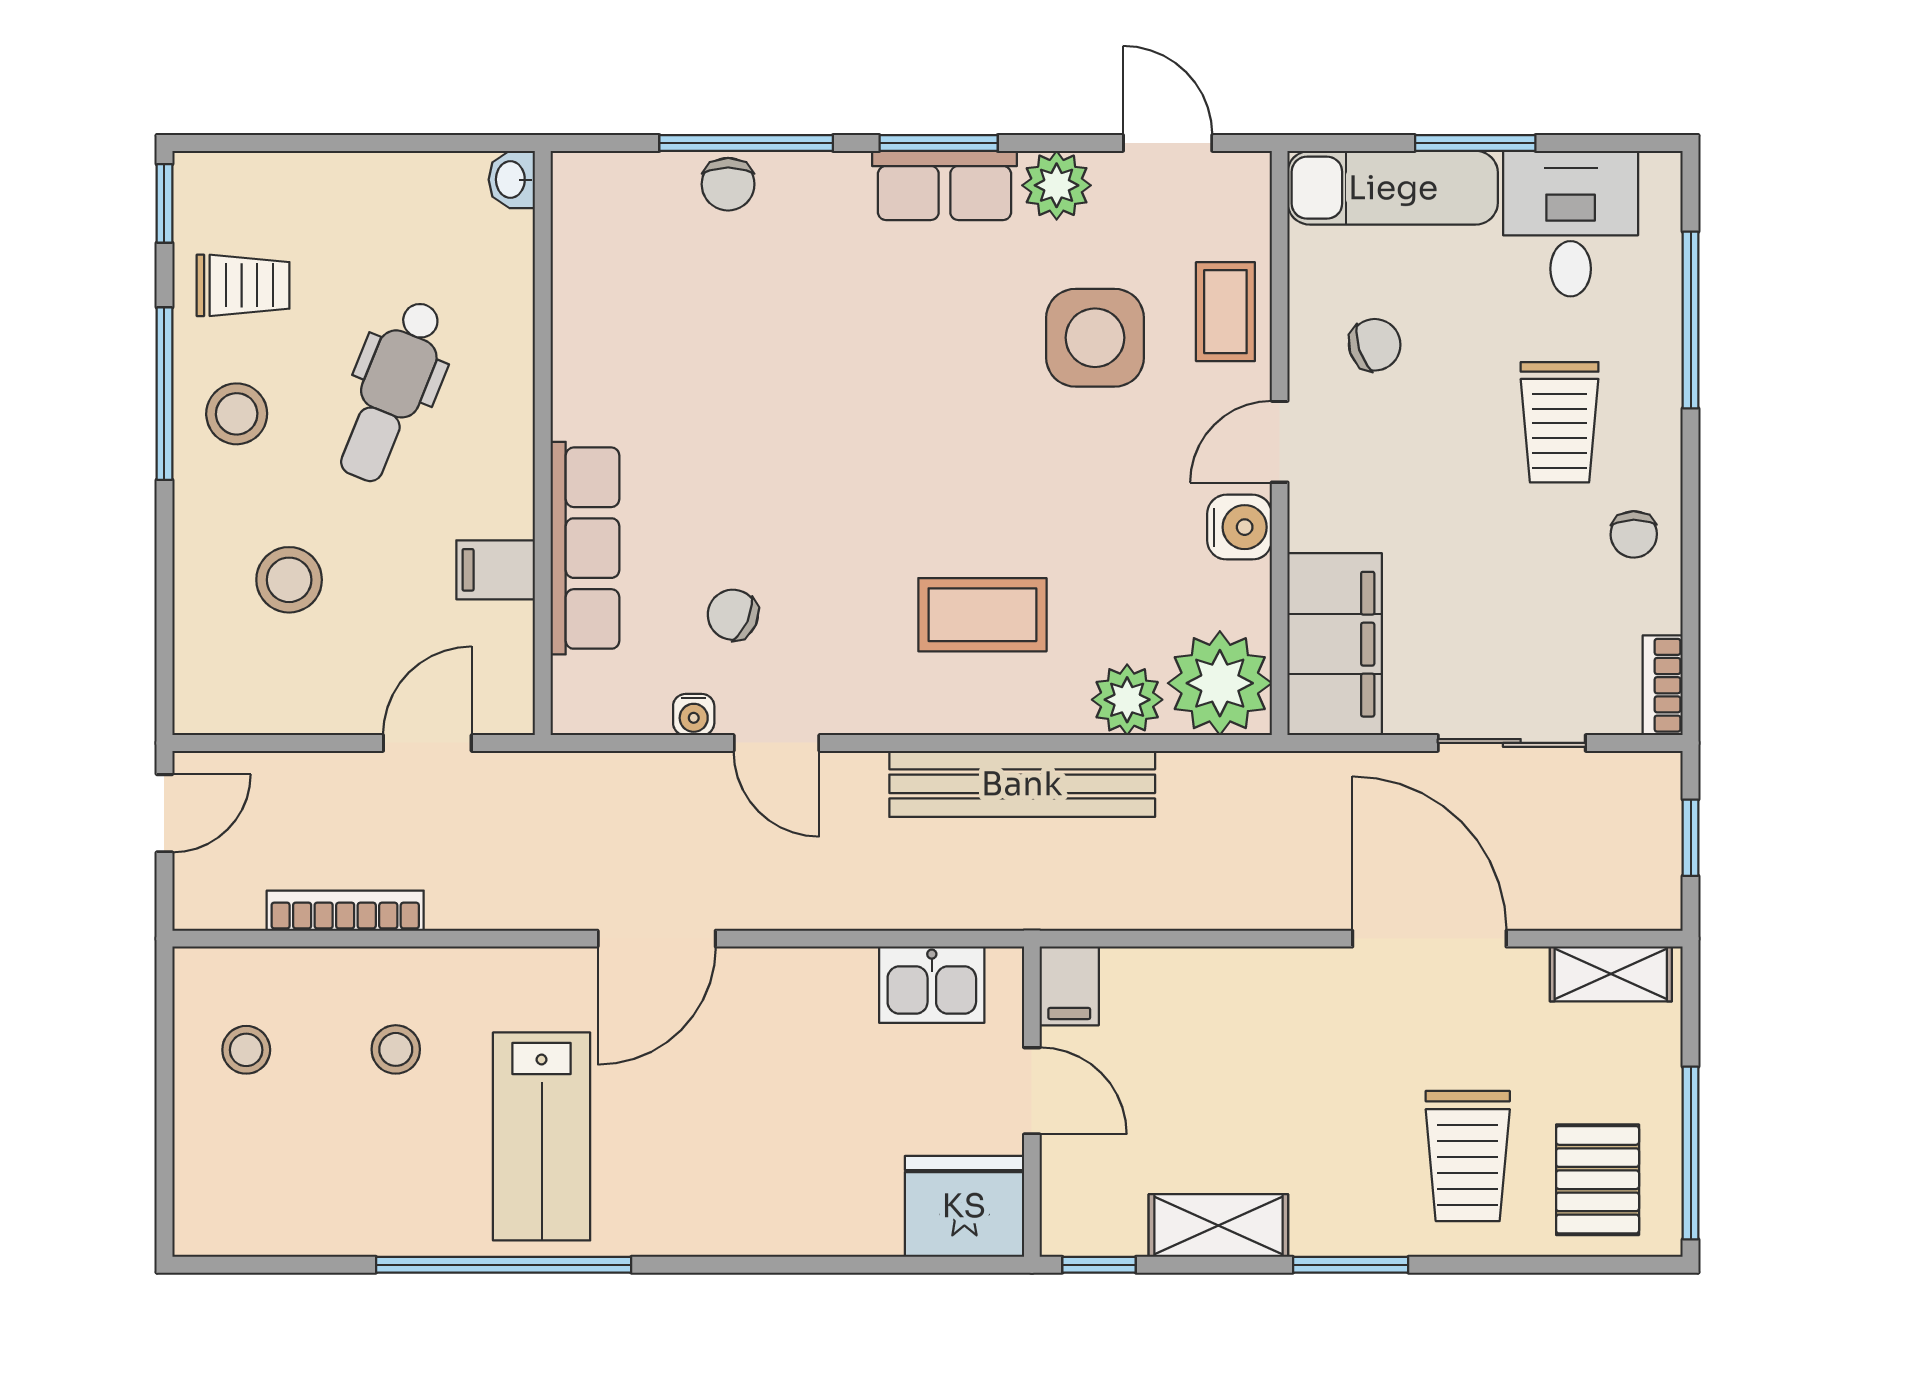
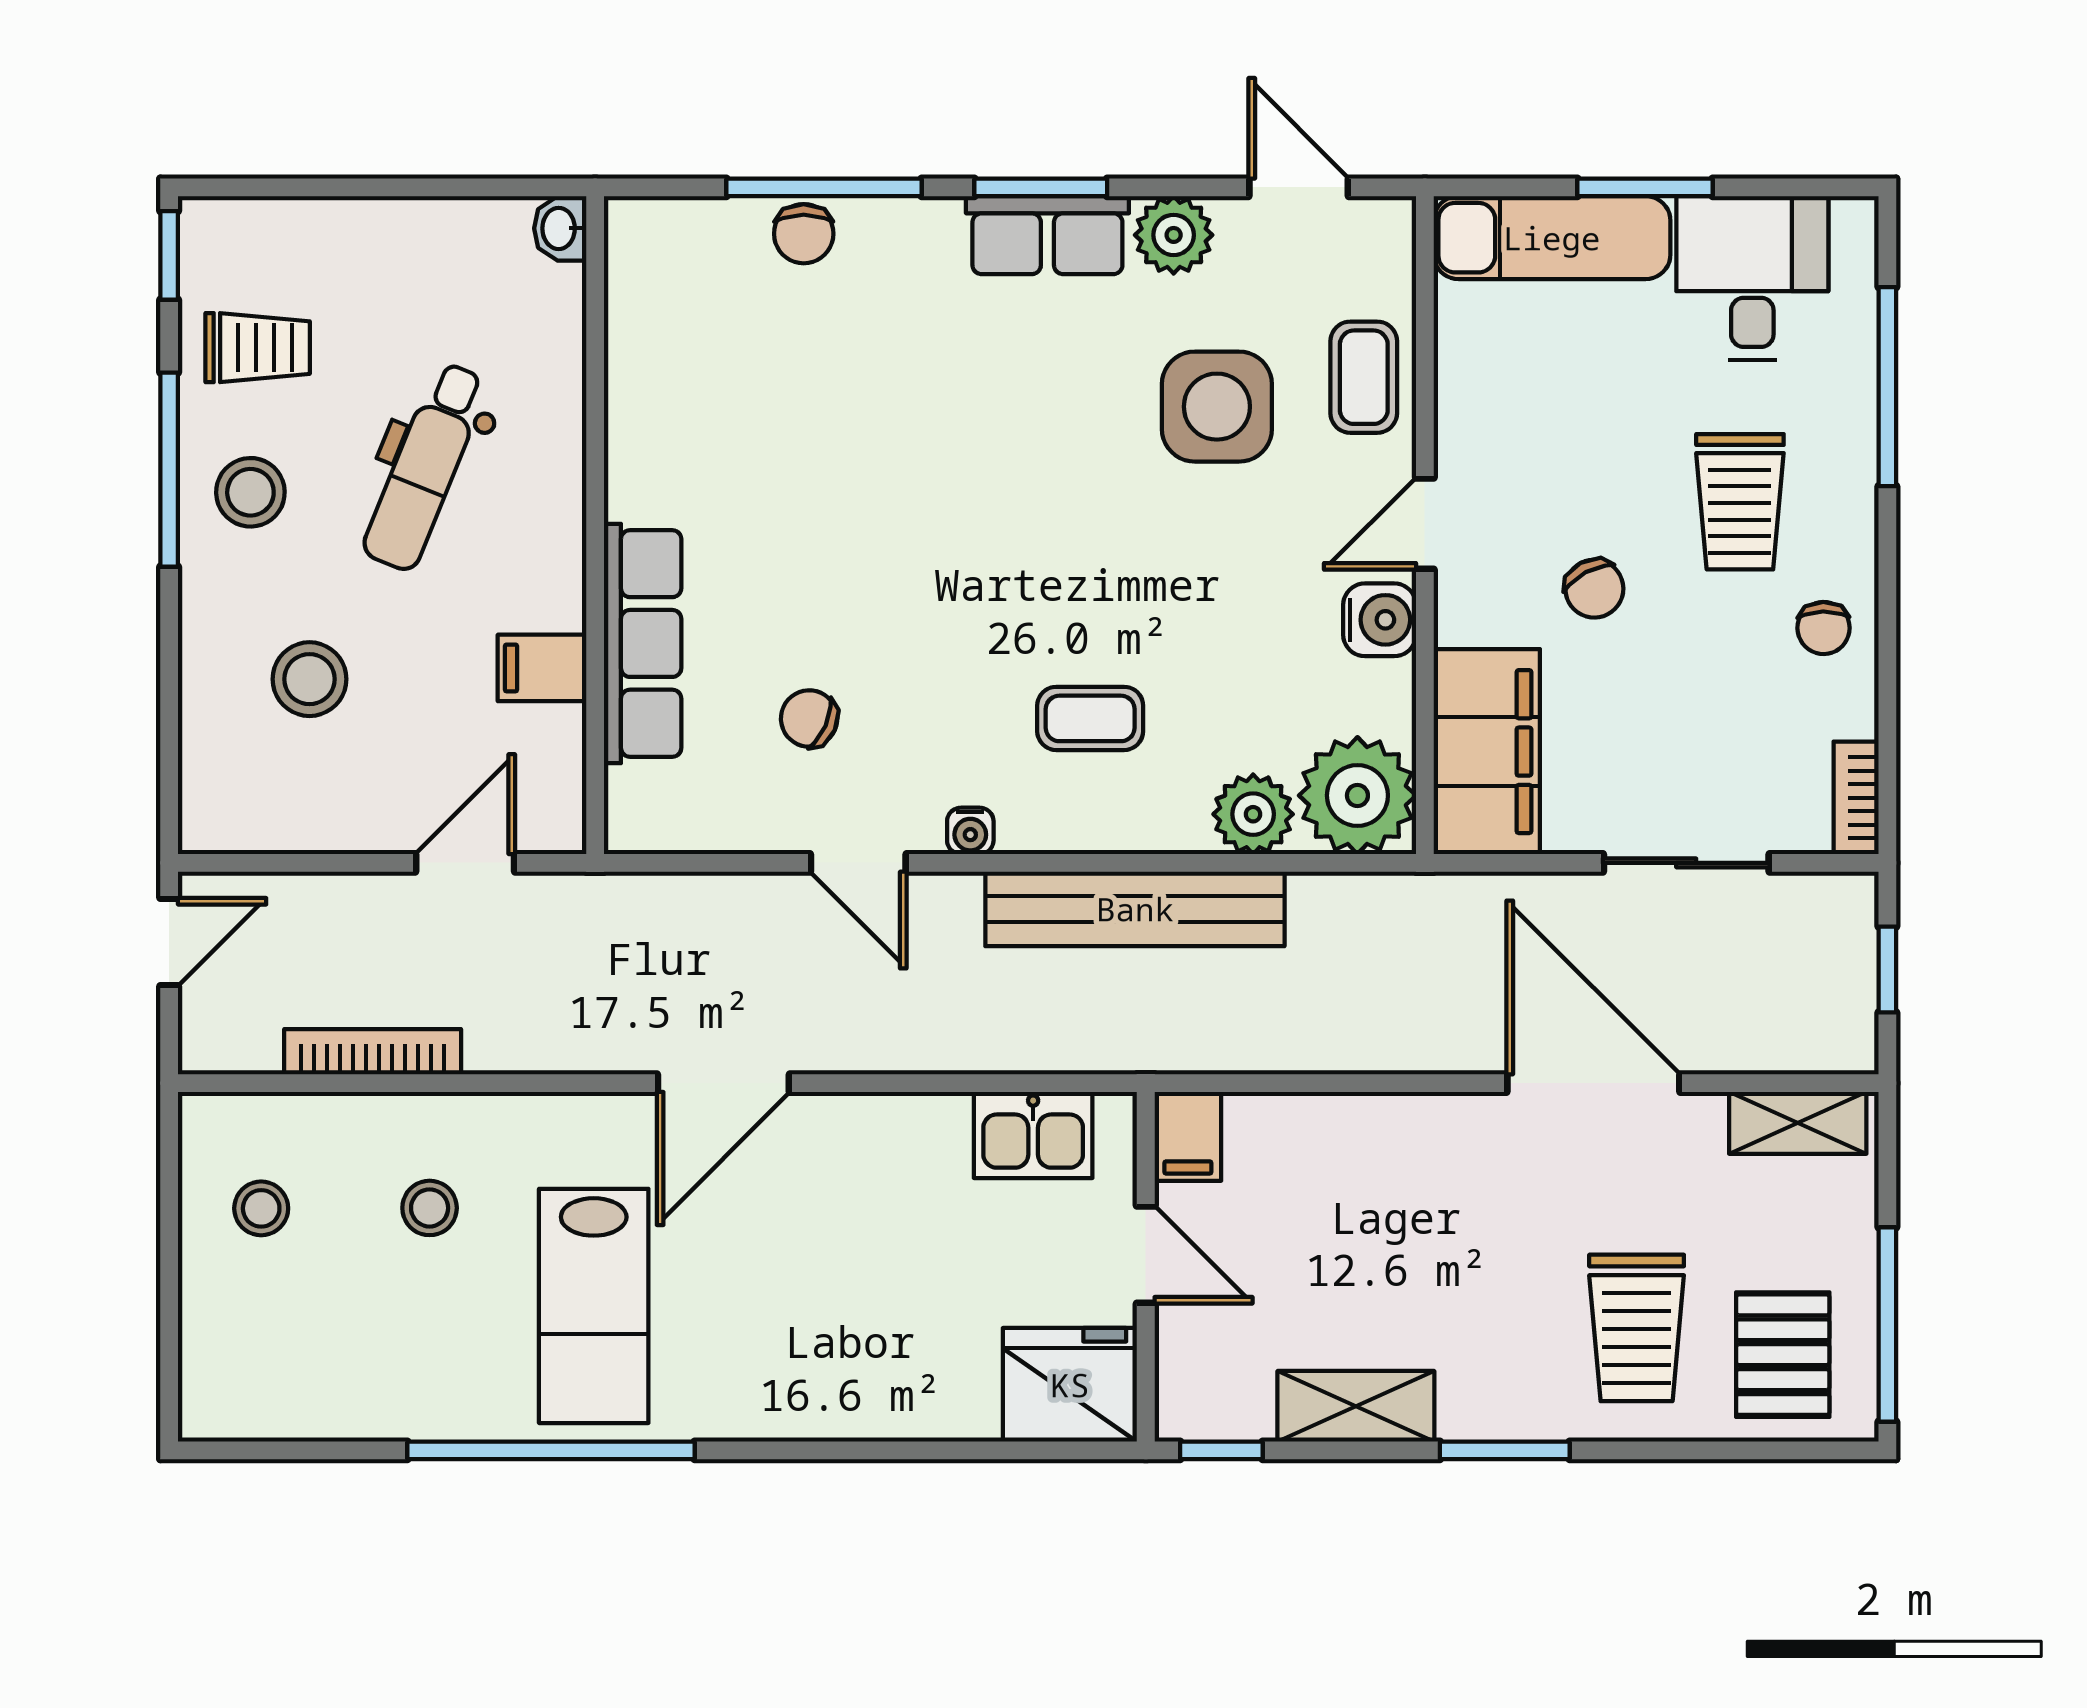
chair: (1375, 345) -> (1594, 589), moved, turned 80
coffee table: (982, 615) -> (1090, 718), width x0.73, depth x0.77
water cooler: (694, 715) -> (970, 831), moved

